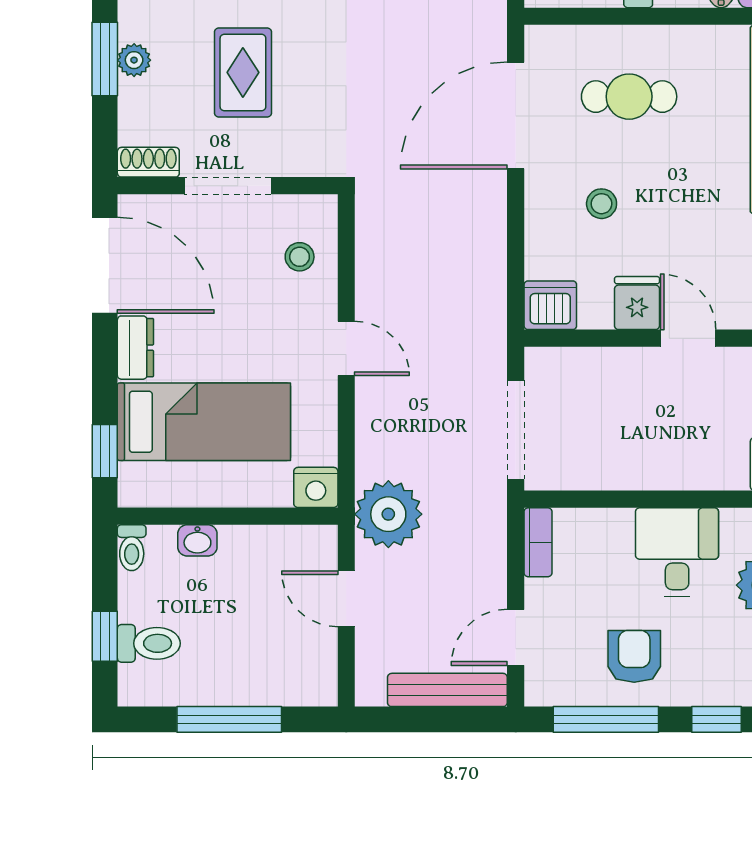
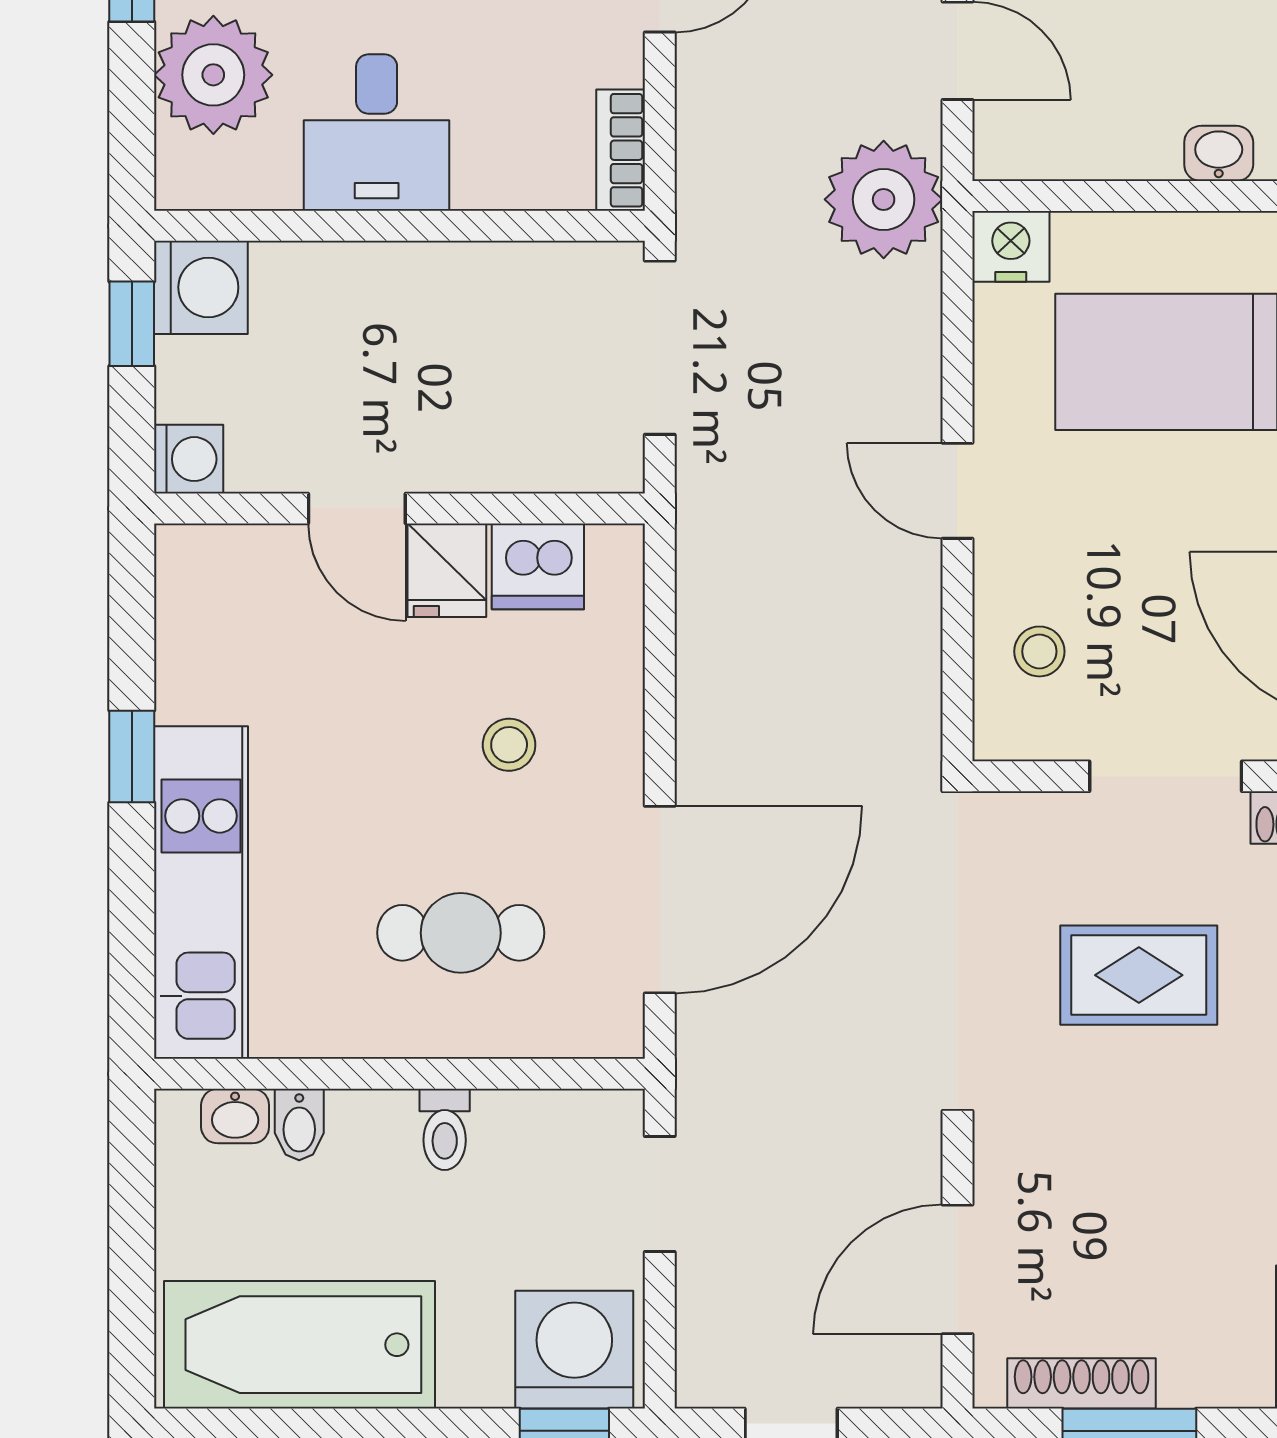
rug: (243, 72) -> (1139, 975), turned 90
dishwasher: (550, 305) -> (538, 566), moved

